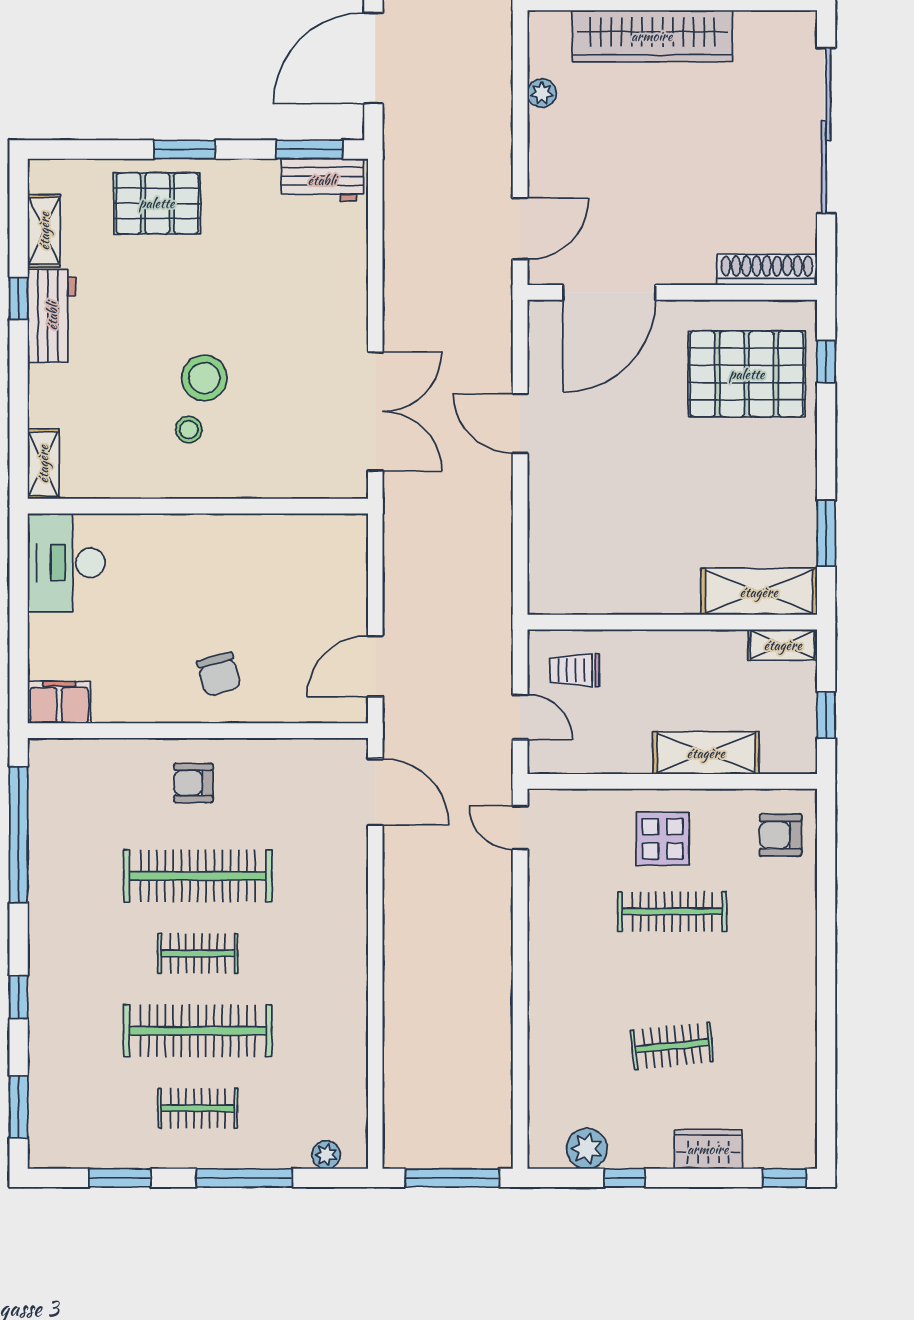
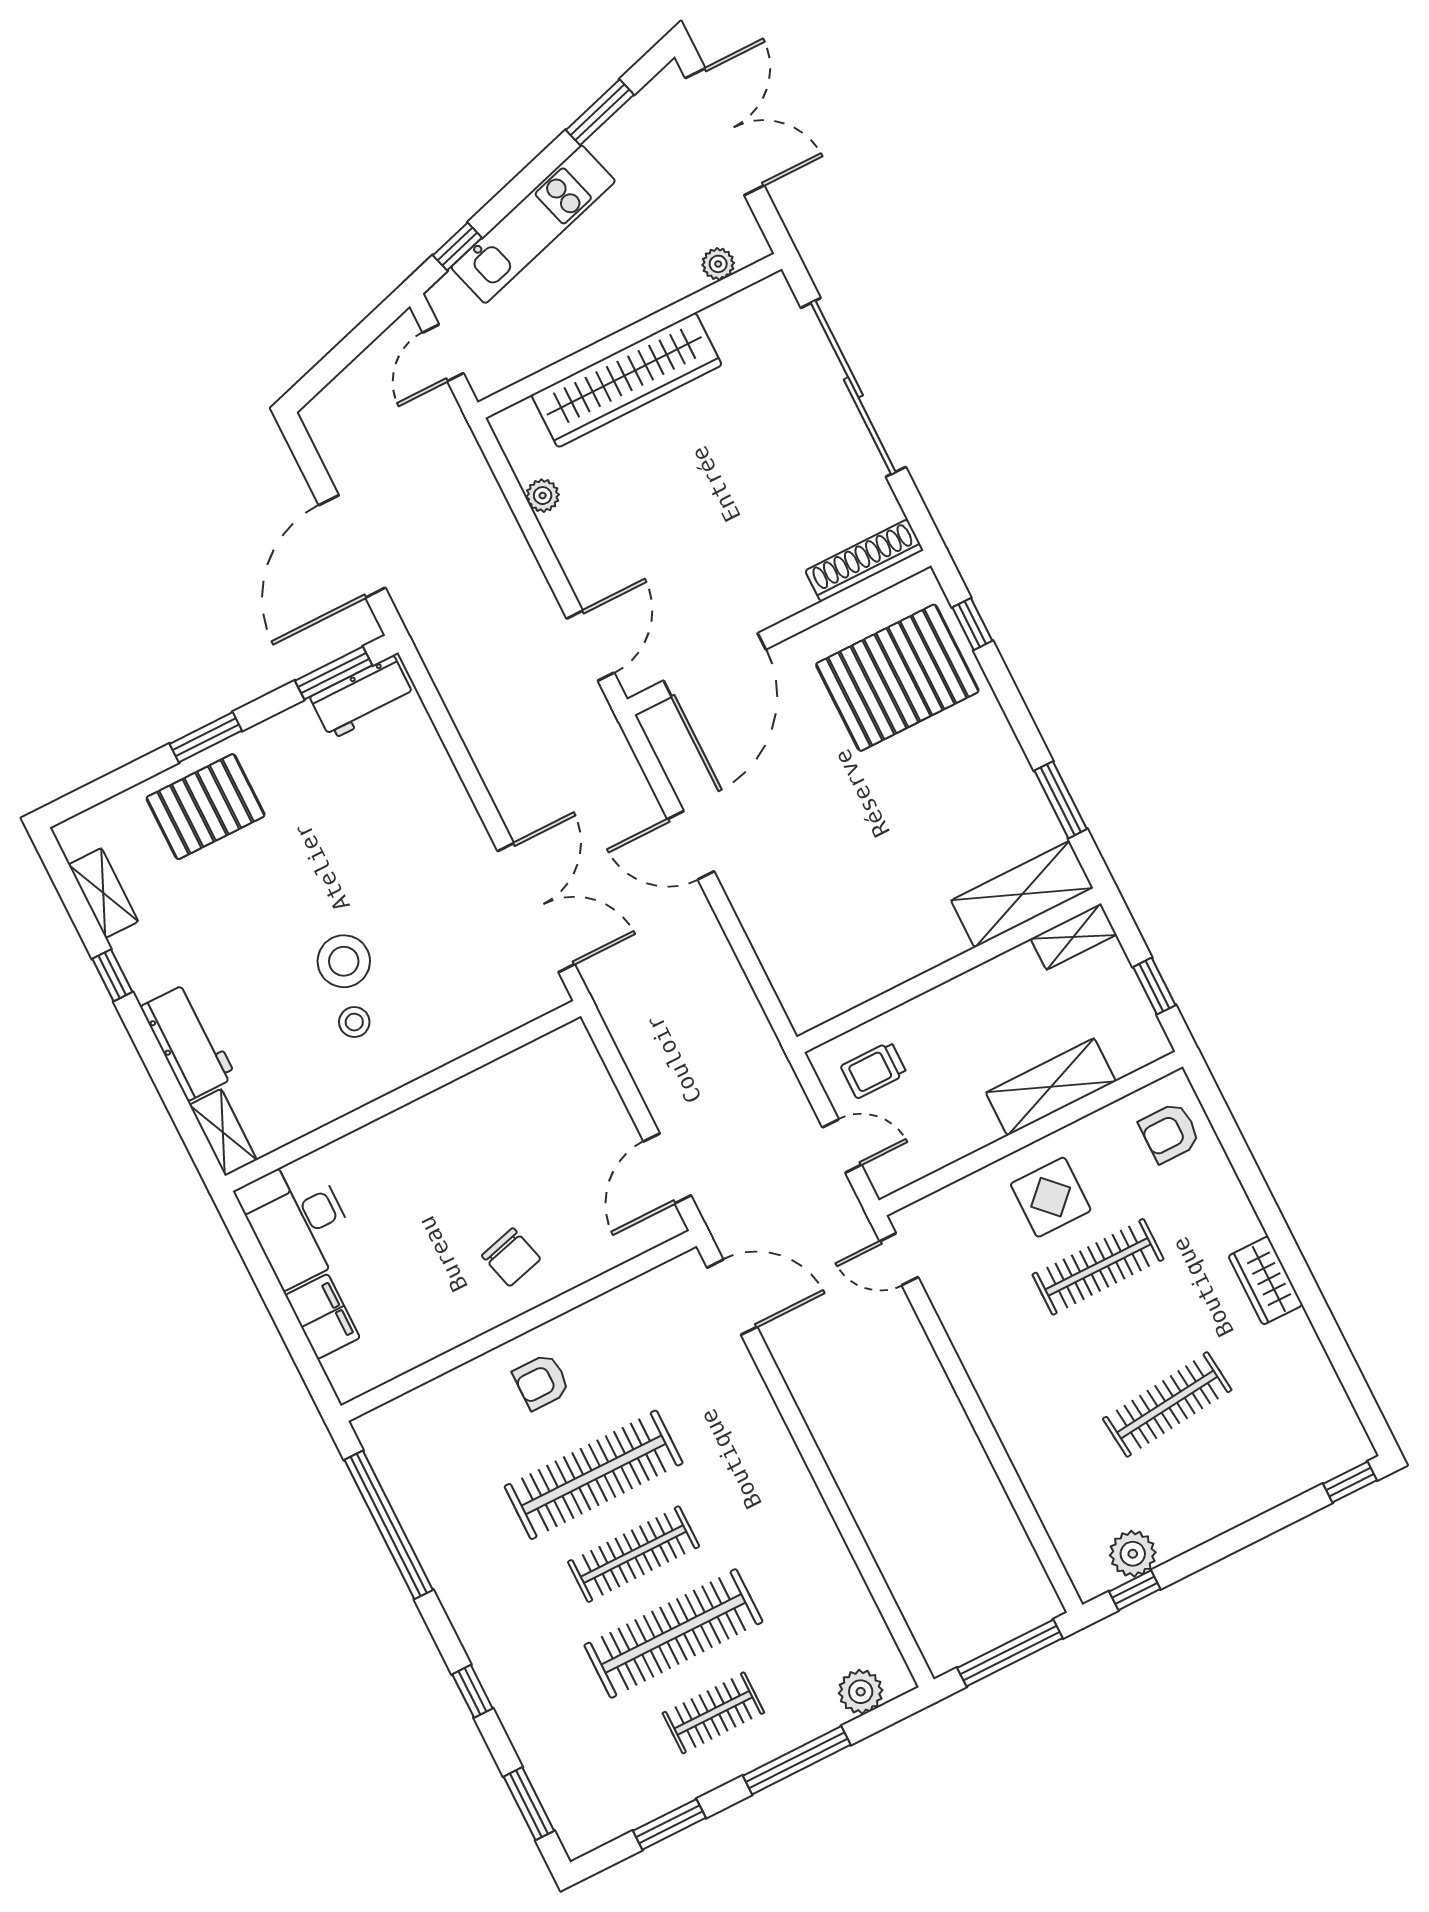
workbench: (52, 316) -> (188, 1042), moved
filing cabinet: (59, 702) -> (323, 1317), moved, turned 90
clothes rail: (198, 953) -> (634, 1554), width x1.36
clothes rail: (672, 1046) -> (1167, 1404), width x1.36
wardrobe: (708, 1149) -> (1266, 1280), moved, turned -90
plant: (326, 1155) -> (861, 1692), width x1.38, depth x1.38
window: (625, 1178) -> (1135, 1590), moved

